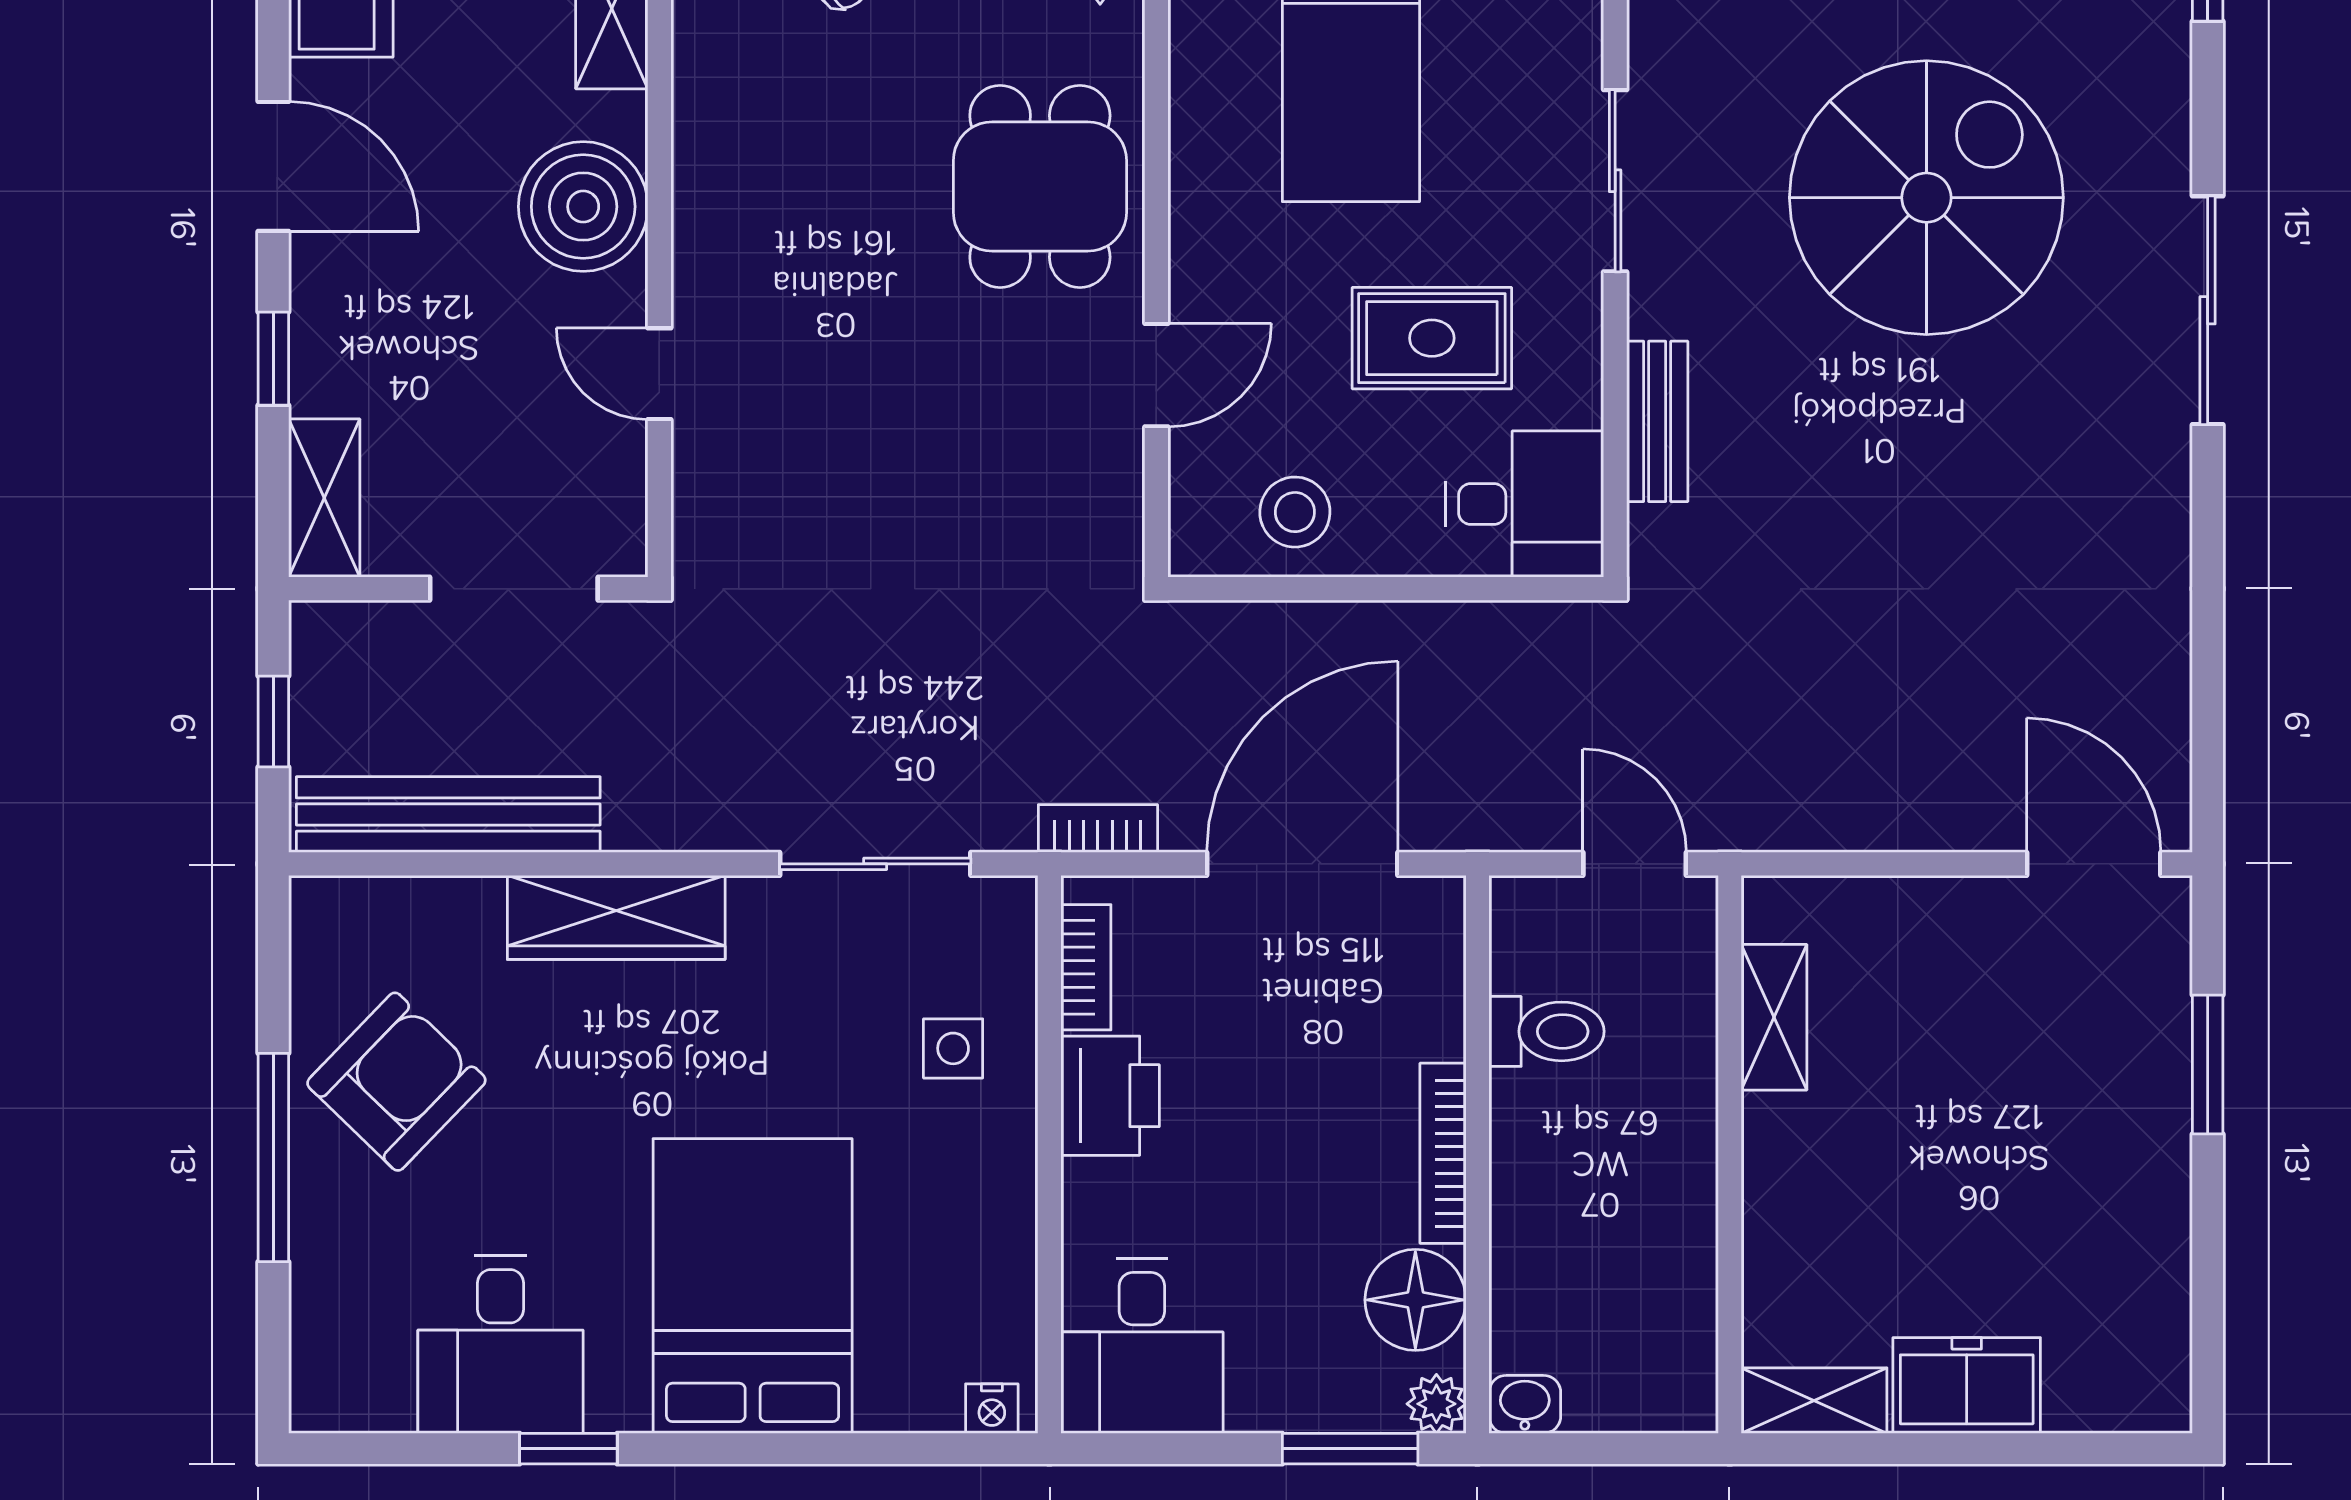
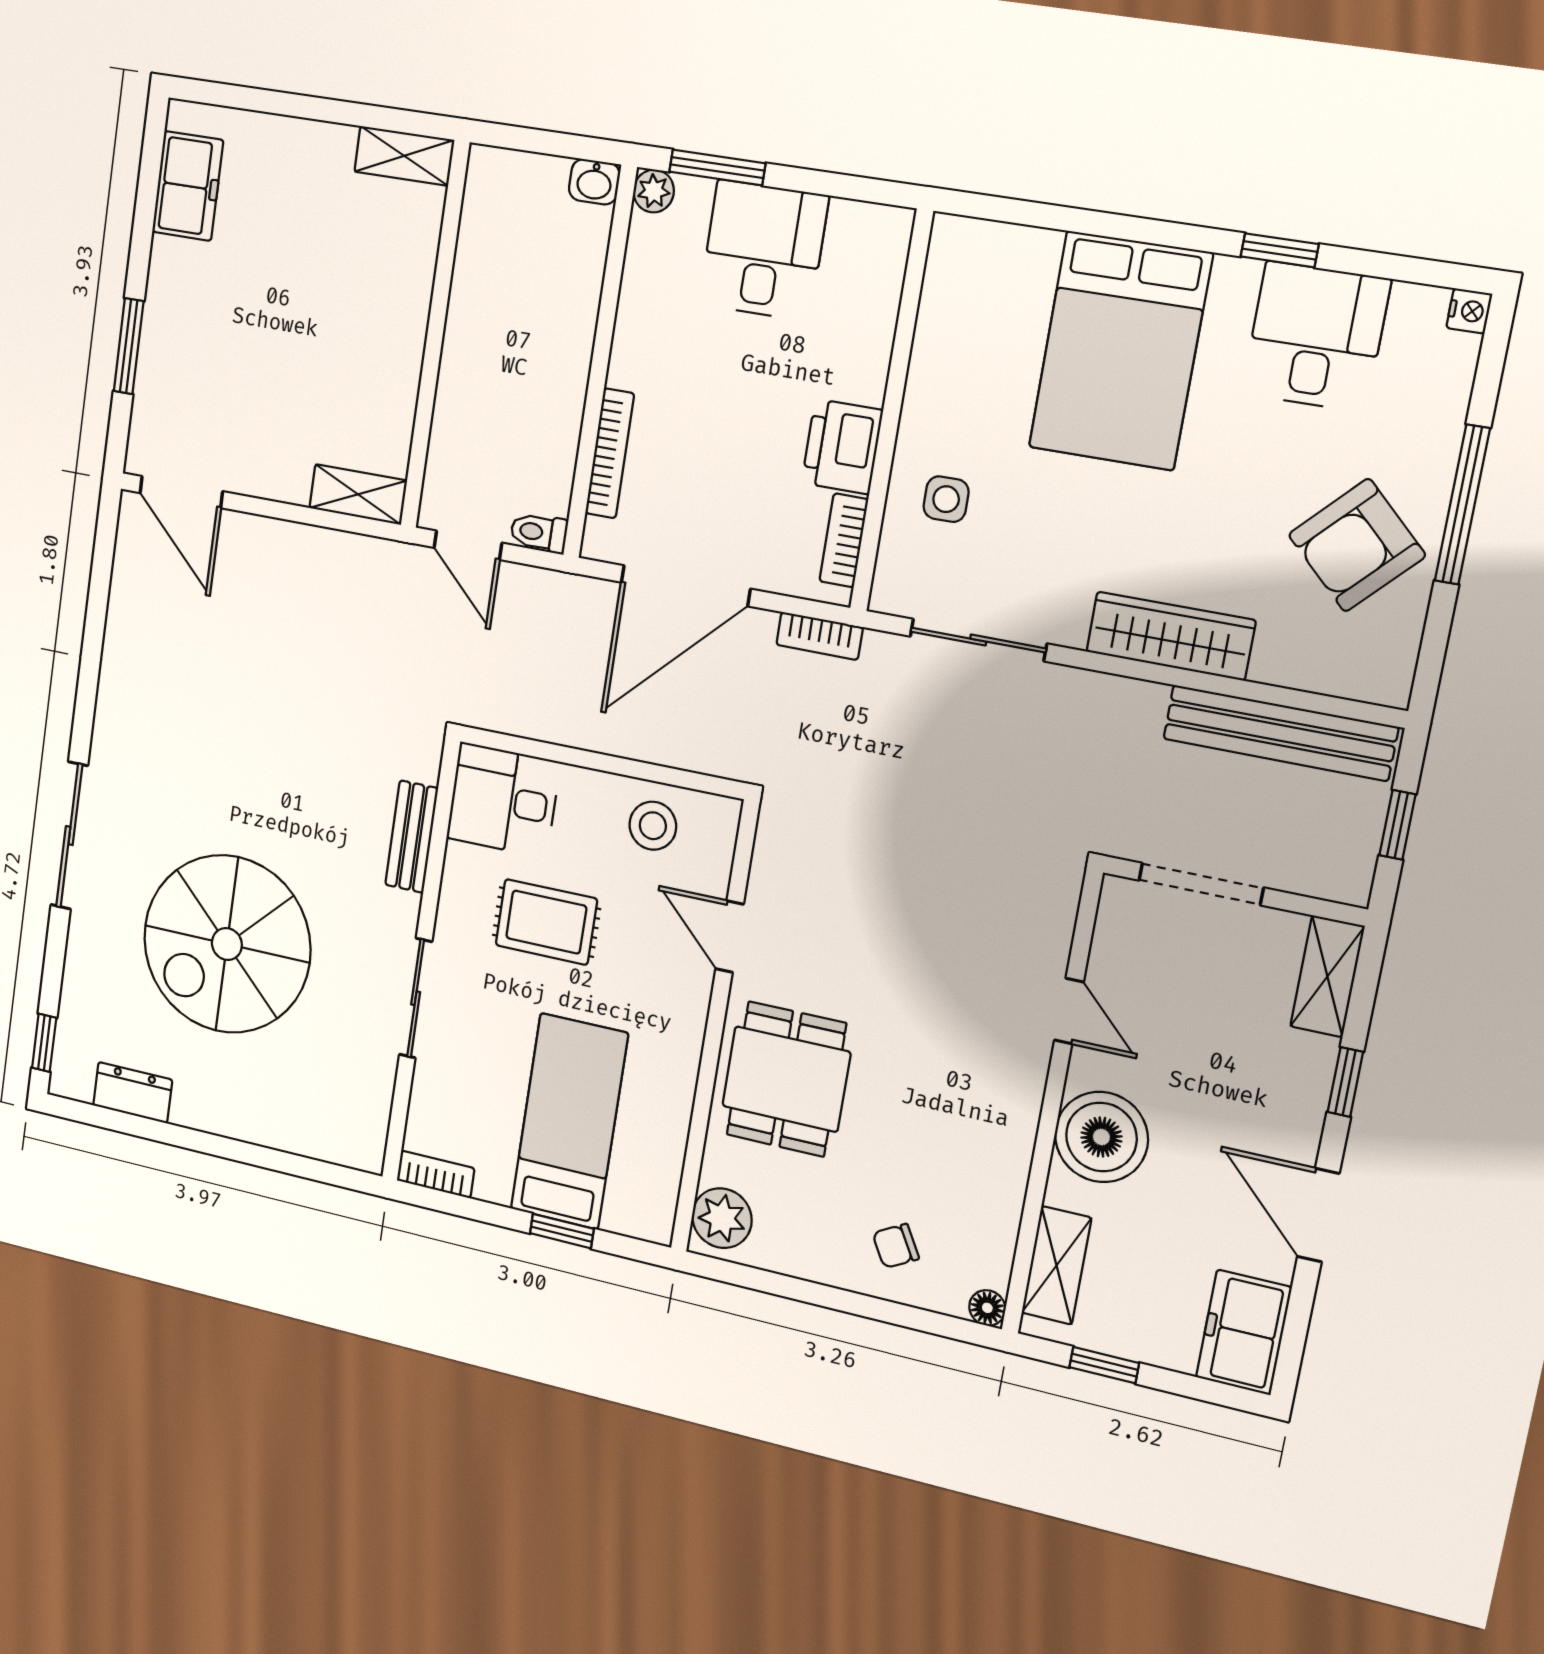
door: (1156, 375) -> (730, 937), hinge flipped
shelving: (1774, 1017) -> (358, 494), moved, turned 90
toilet: (1547, 1031) -> (539, 533), moved, width x0.73, depth x0.72
bookcase: (1443, 1153) -> (610, 453), moved
floor lamp: (1415, 1300) -> (657, 267), removed
desk: (1142, 1346) -> (764, 250), moved
freezer: (1967, 1385) -> (188, 186), moved, turned -90
nightstand: (992, 1409) -> (1469, 311), moved, turned 90

